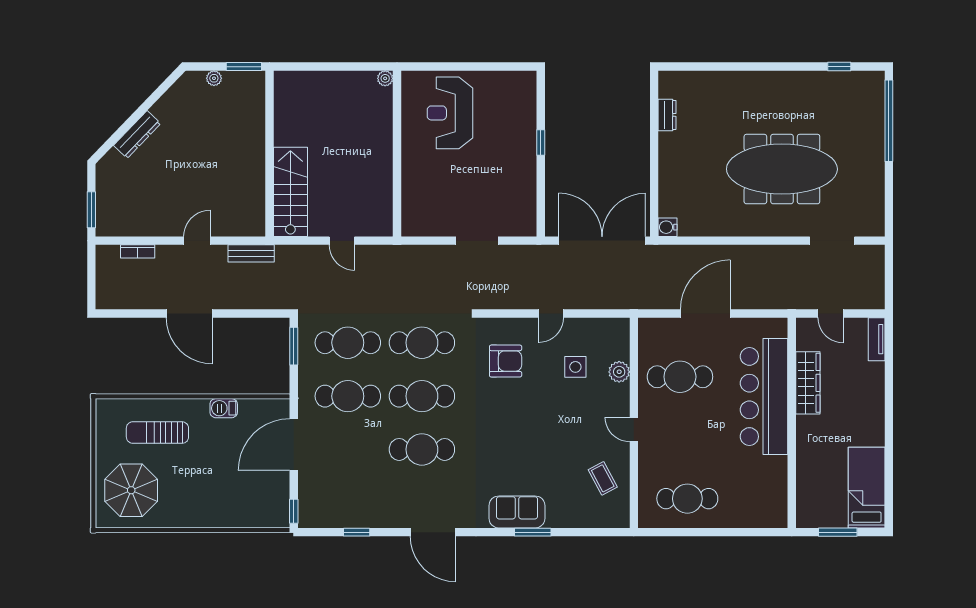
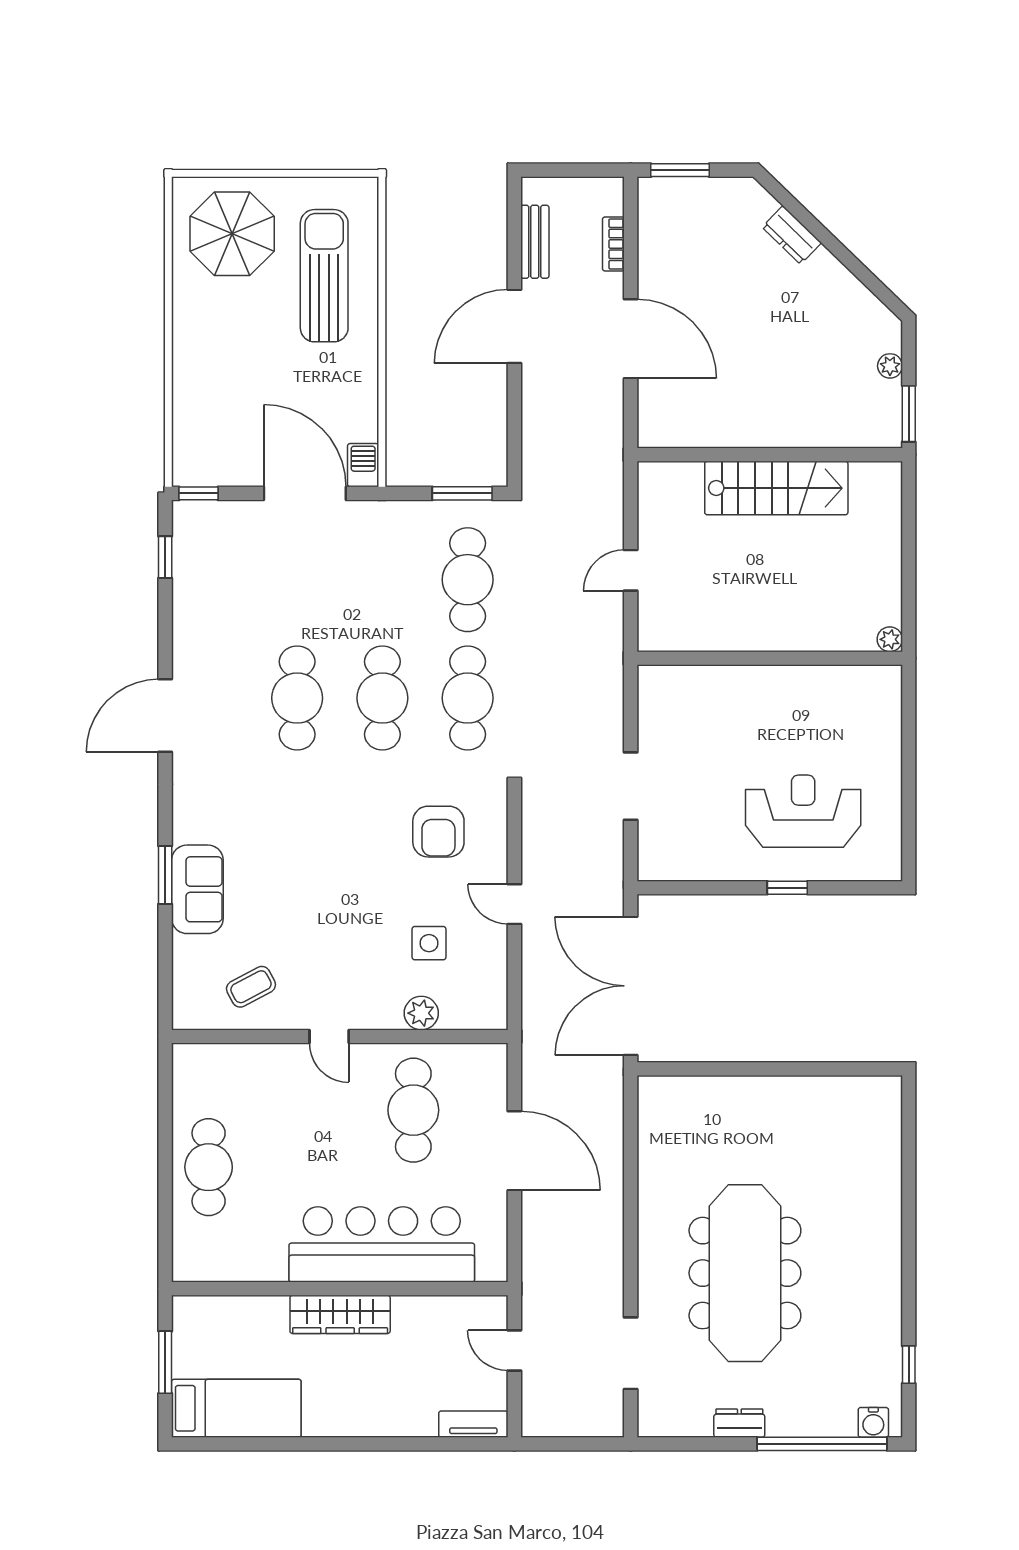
reception desk: (450, 113) -> (803, 811), moved
dresser: (667, 115) -> (739, 1423), moved, turned 180
dresser: (137, 134) -> (792, 235), width x0.70
stairs: (290, 192) -> (776, 488), moved
water cooler: (668, 227) -> (873, 1422), moved, turned 180
door: (197, 241) -> (631, 339), width x1.87
double door: (602, 241) -> (631, 986), swing flipped
bench: (251, 253) -> (535, 242), moved
door: (830, 313) -> (514, 1351), hinge flipped
wardrobe: (808, 383) -> (340, 1314), moved
cafe table: (348, 396) -> (382, 580), removed
barbecue: (224, 408) -> (363, 465), moved
door: (634, 429) -> (329, 1036), swing flipped
sun lounger: (157, 433) -> (324, 276), width x1.36, depth x1.34
cafe table: (687, 499) -> (209, 1167), moved
sofa: (517, 512) -> (197, 889), moved
window: (357, 532) -> (165, 557), moved

